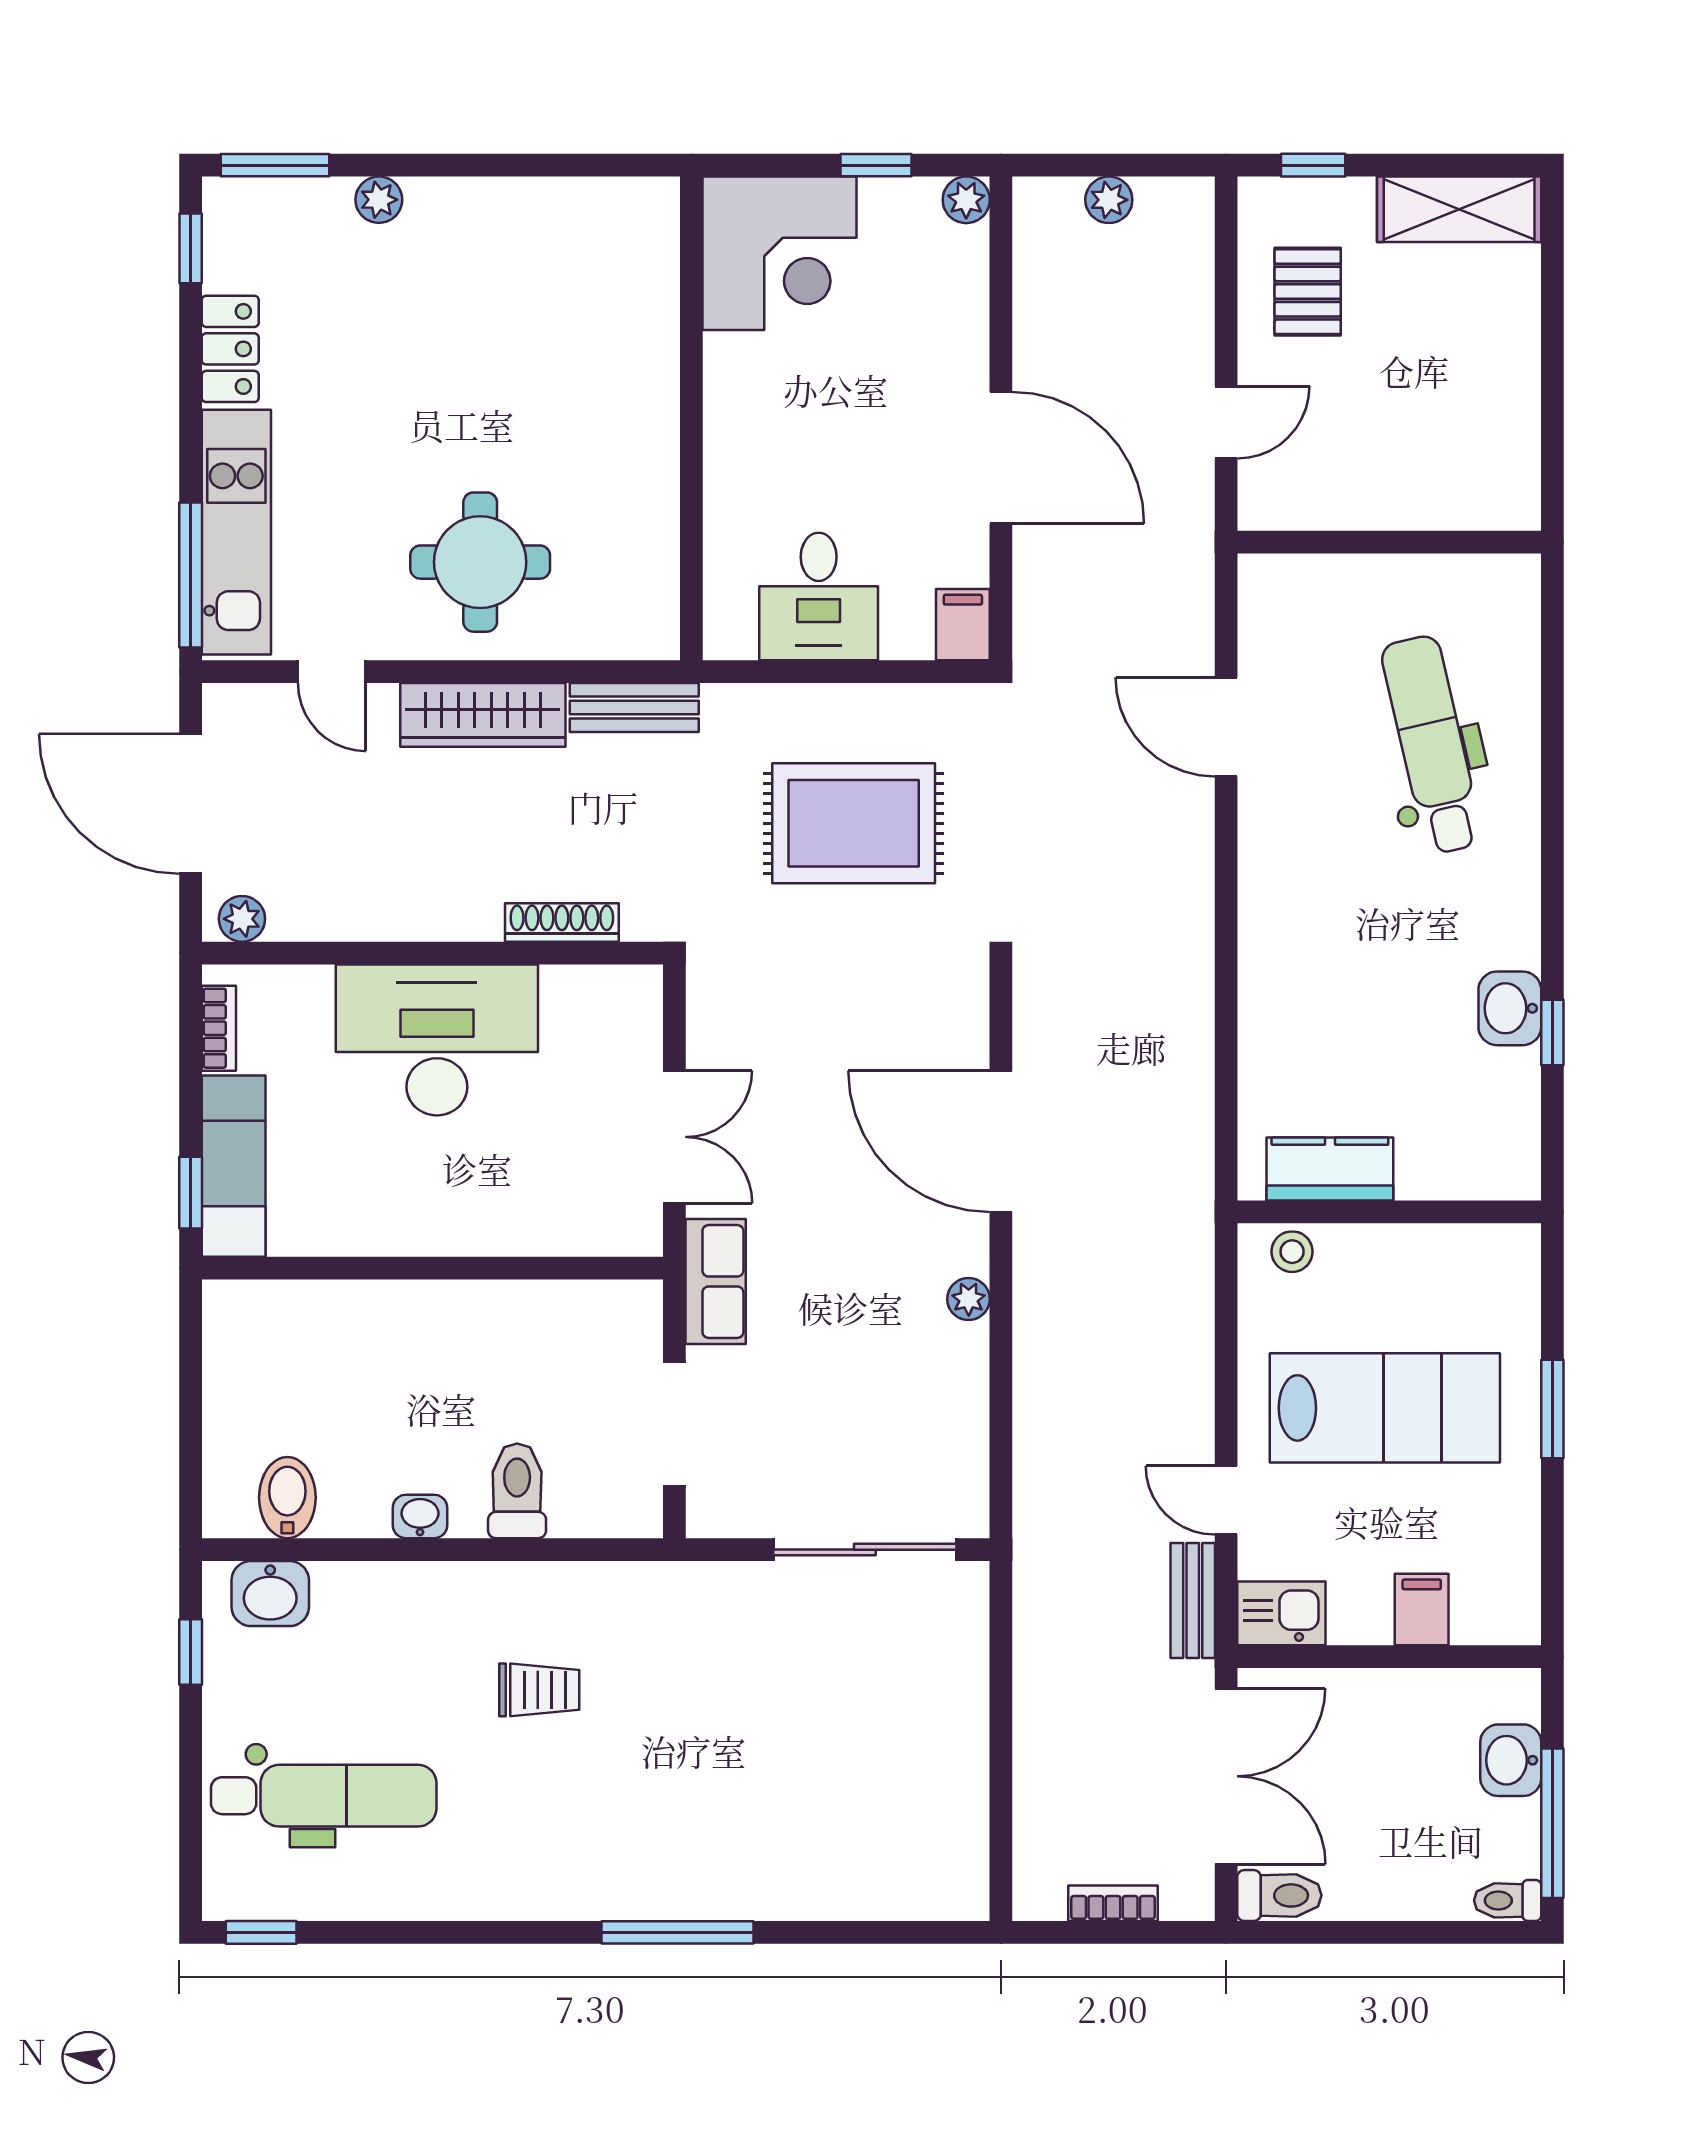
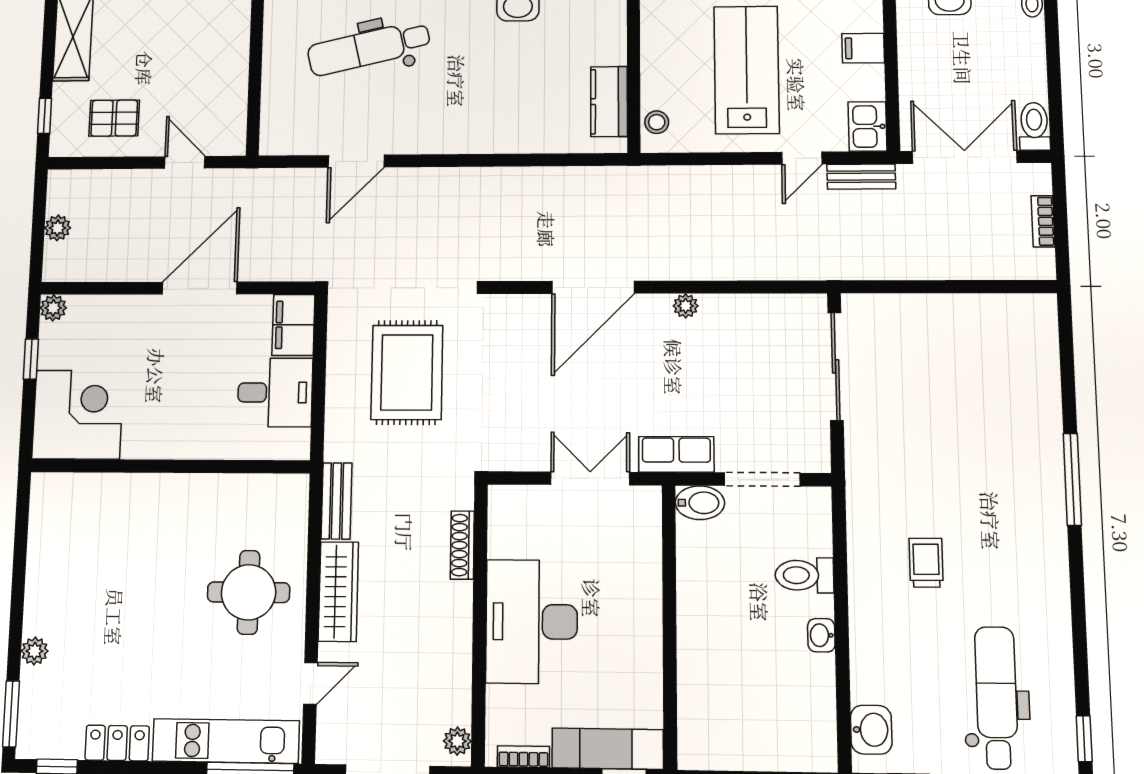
filing cabinet: (963, 625) -> (293, 325), width x2.00
bidet: (287, 1498) -> (700, 503), moved, turned 180

